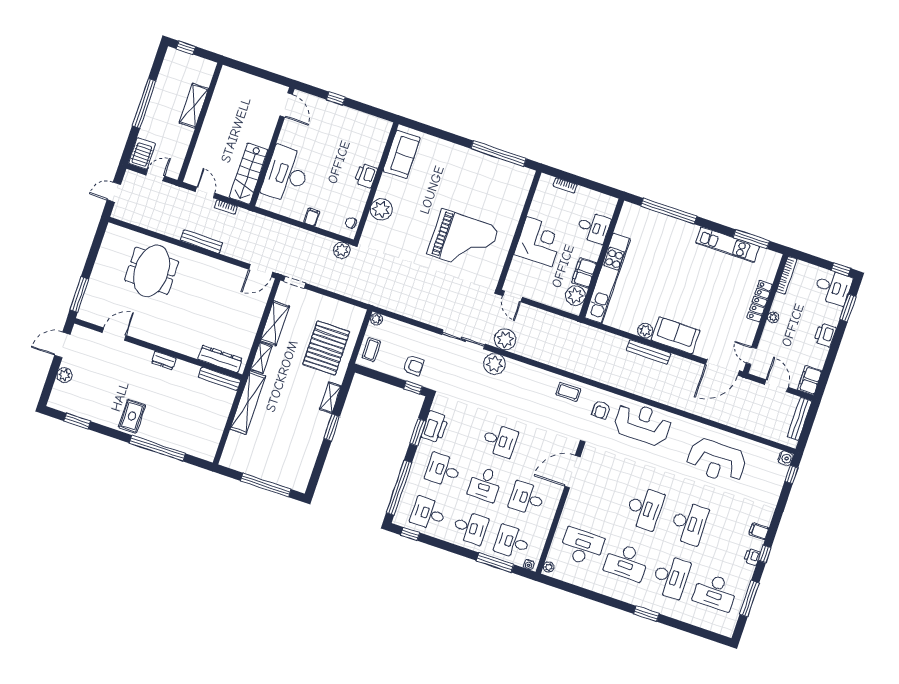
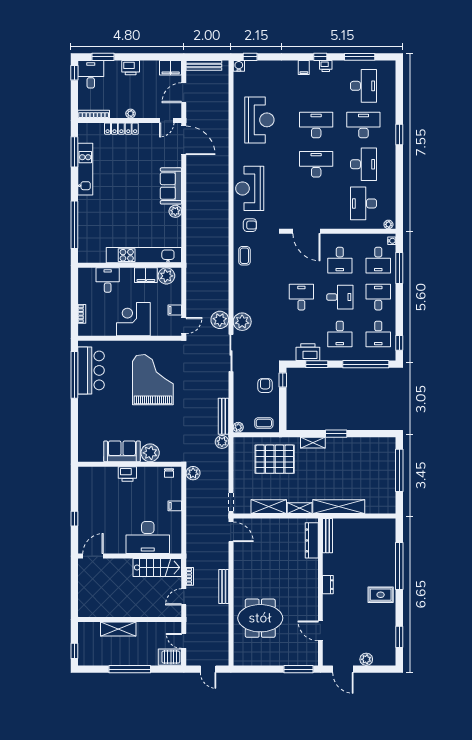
sofa: (402, 154) -> (122, 451), moved
bar counter: (497, 174) -> (91, 370), added
filing cabinet: (534, 292) -> (175, 310), added
plant: (366, 295) -> (222, 442), added
bench: (649, 352) -> (224, 416), moved

